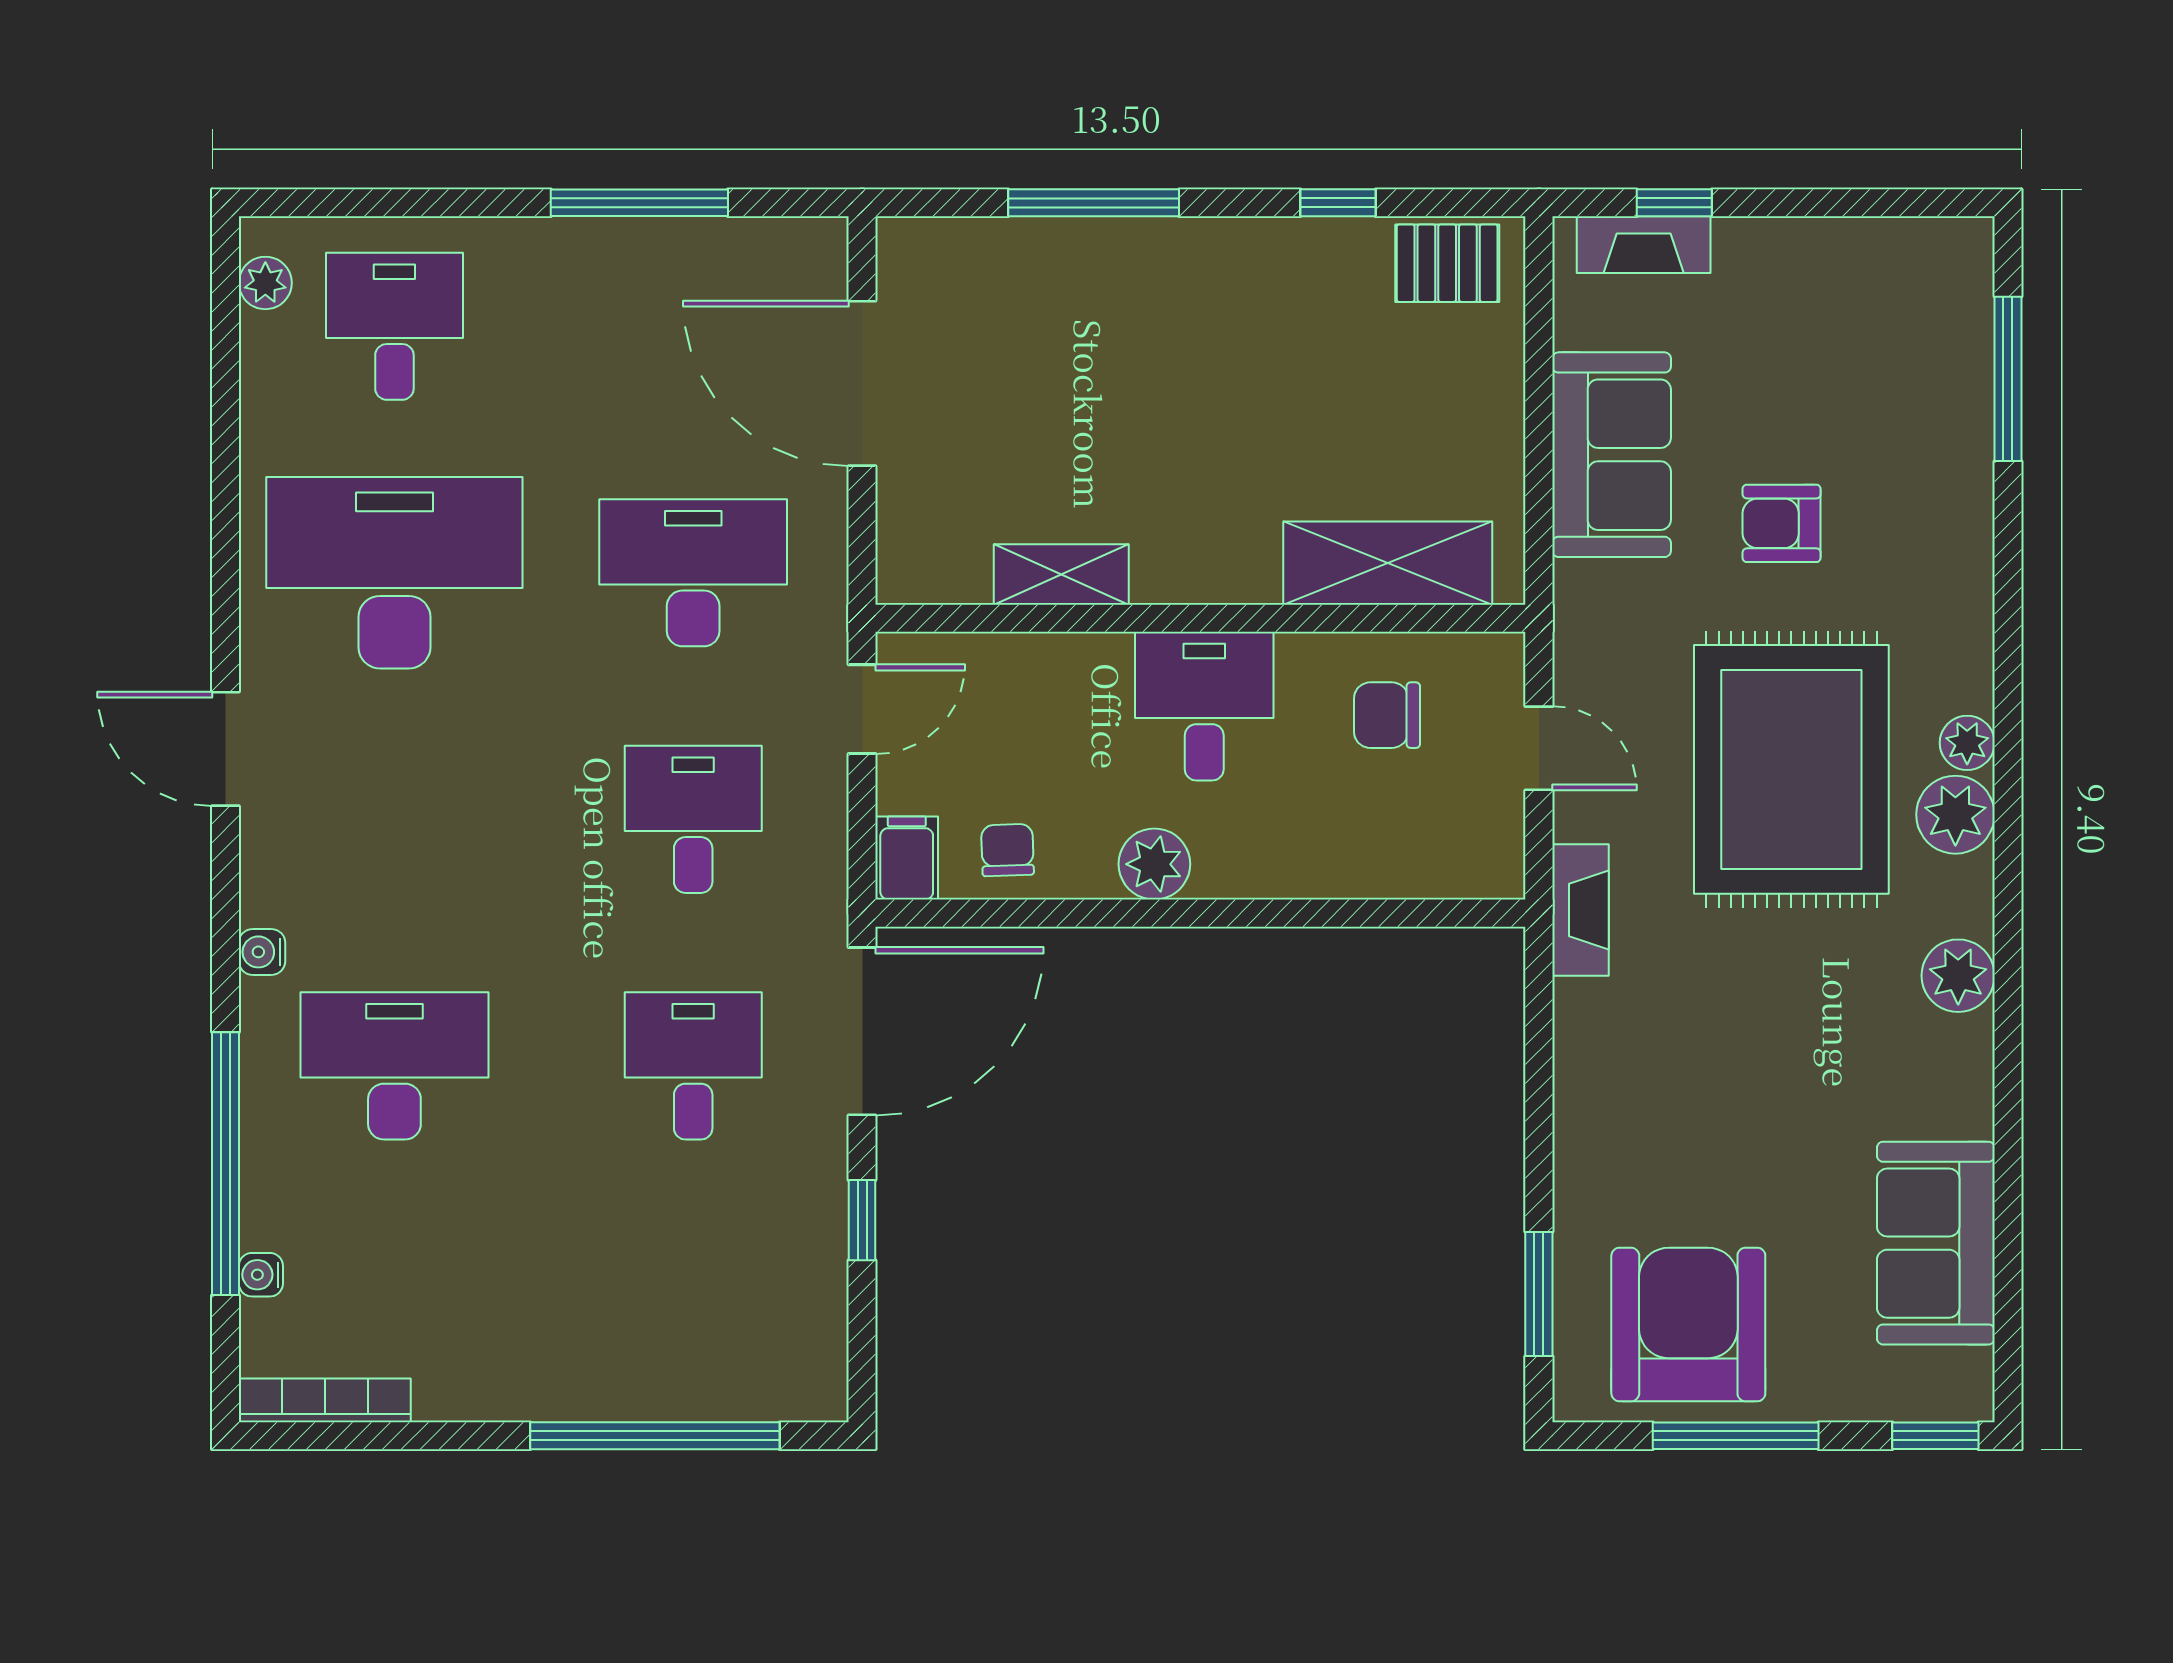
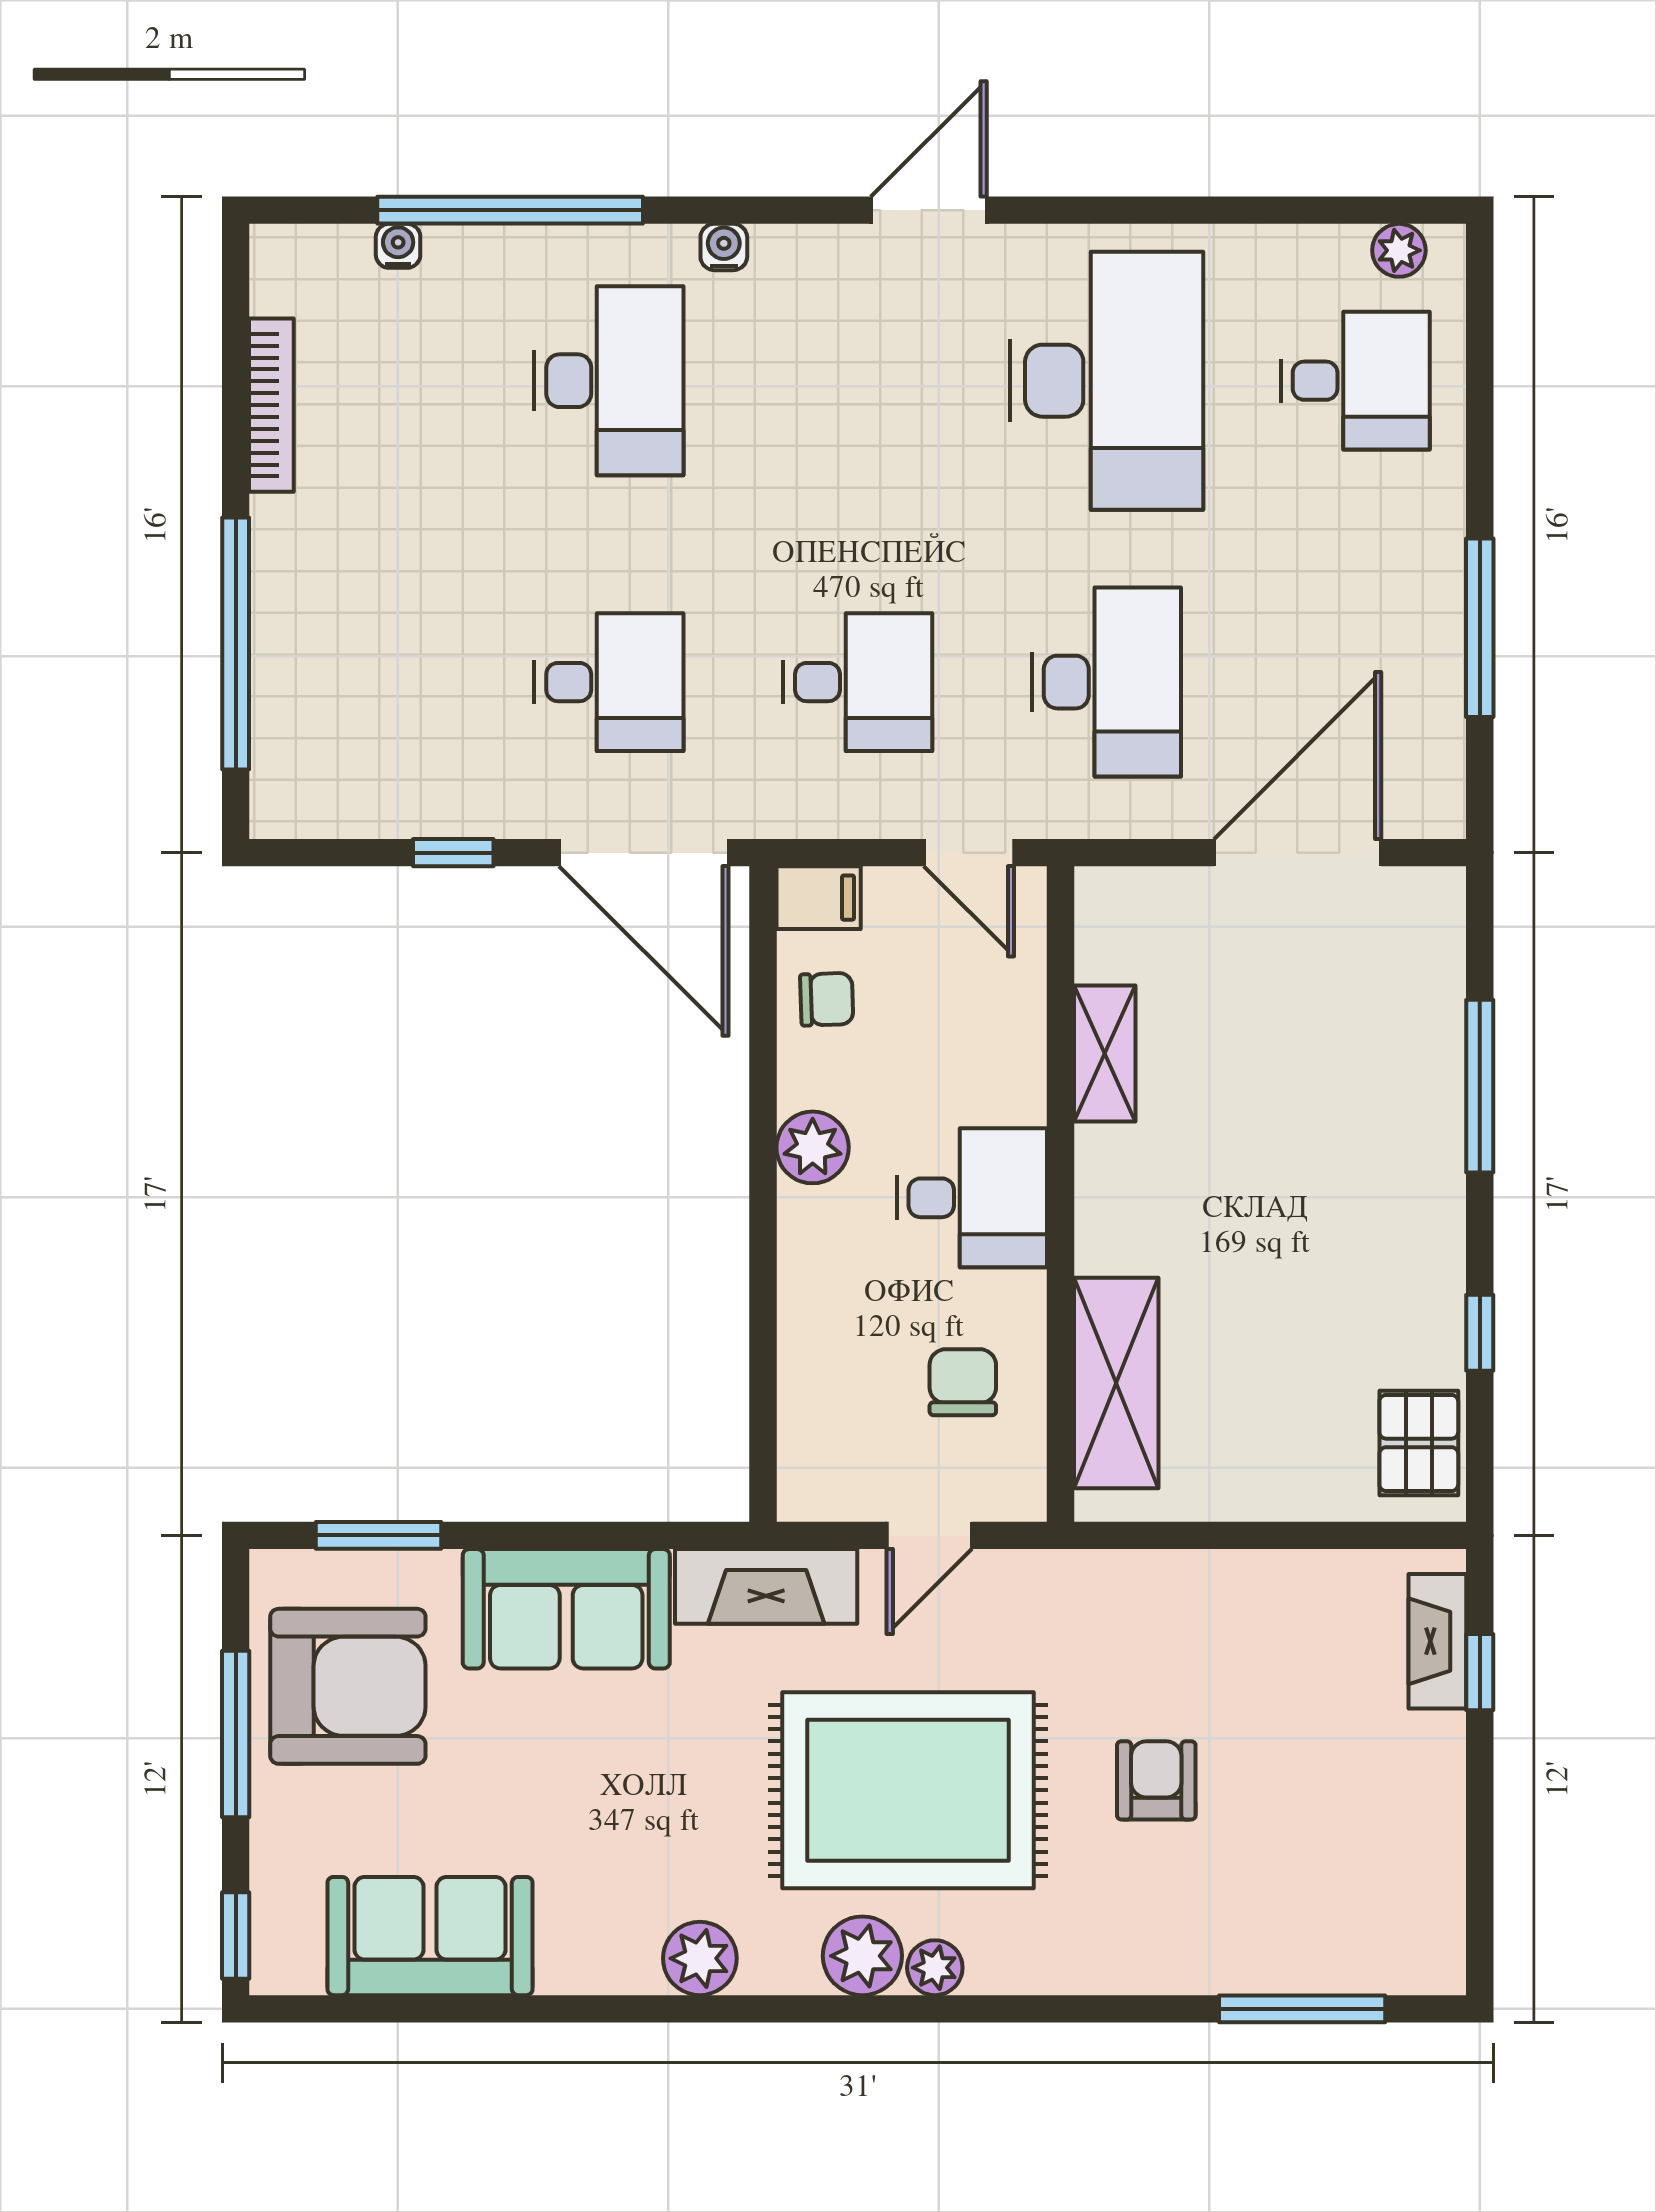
sofa: (1612, 455) -> (566, 1609), moved
fireplace: (1580, 910) -> (766, 1586), width x1.37, depth x1.32
bookcase: (325, 1400) -> (271, 405), moved

